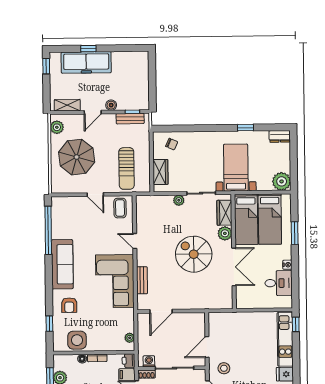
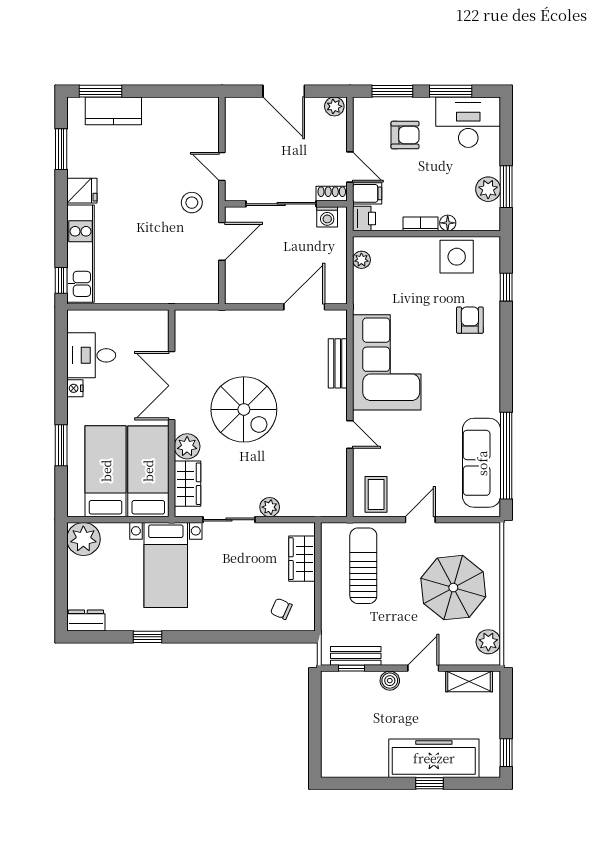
door: (95, 194) -> (420, 520), hinge flipped
sofa: (62, 264) -> (482, 463), moved

